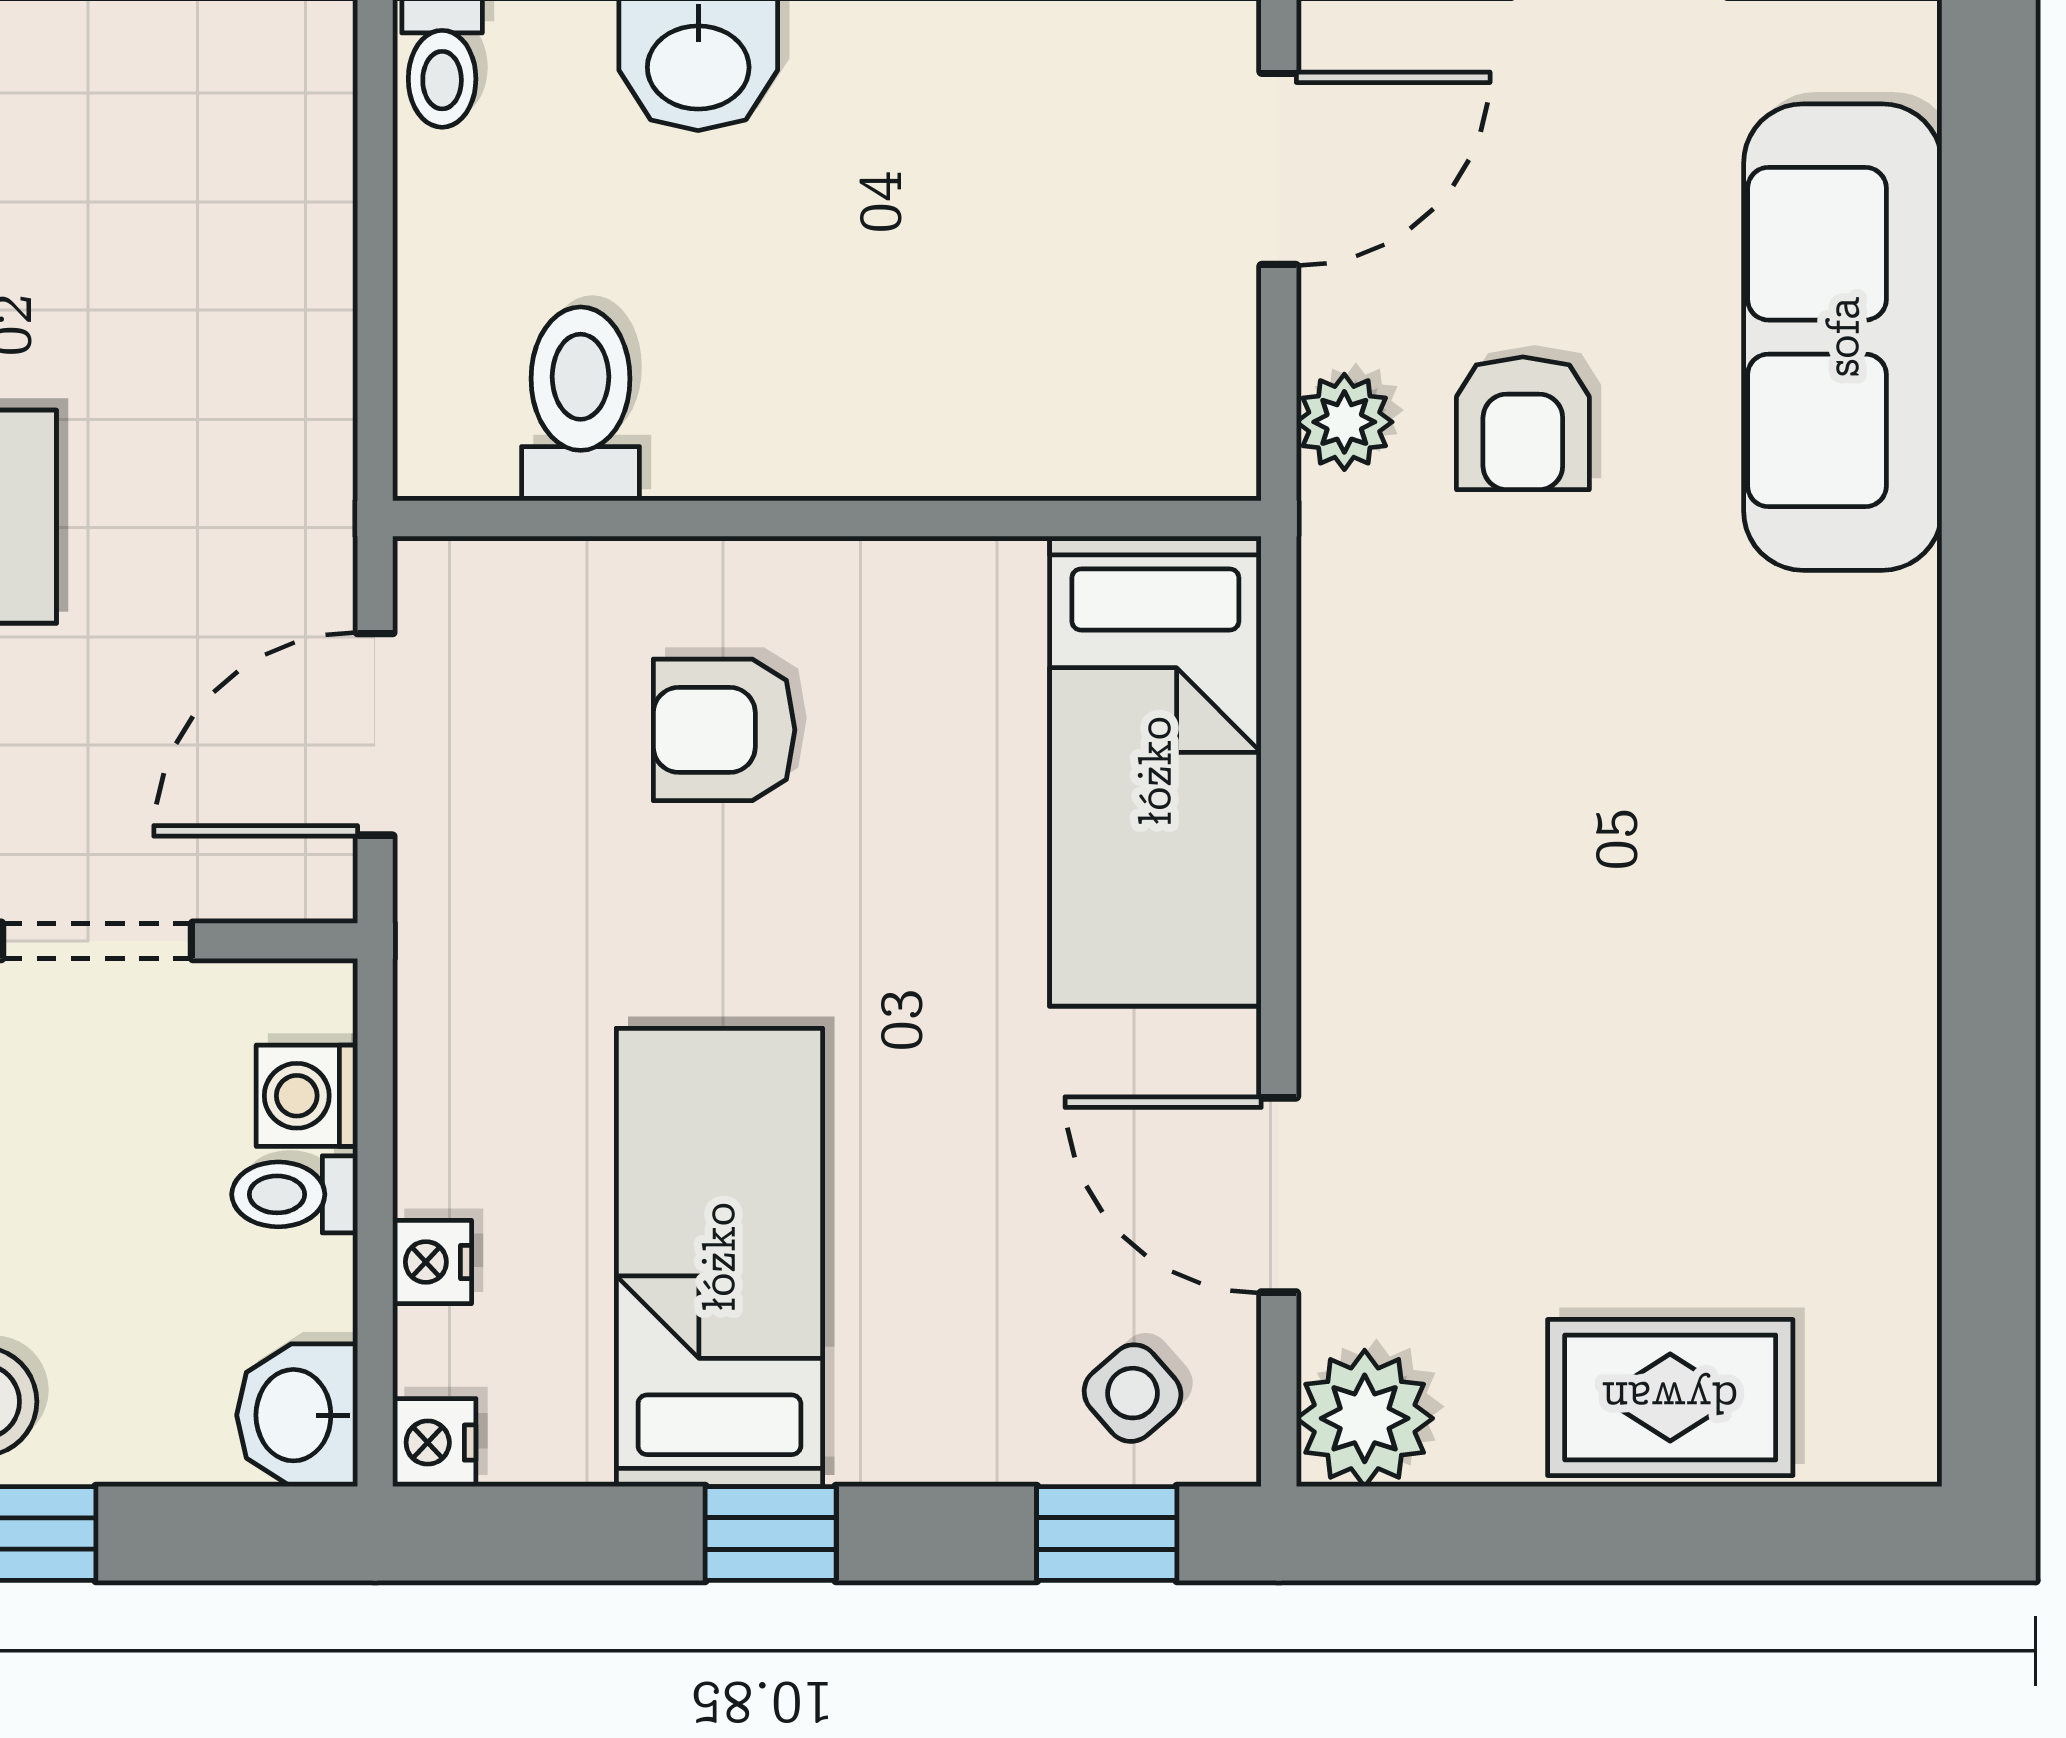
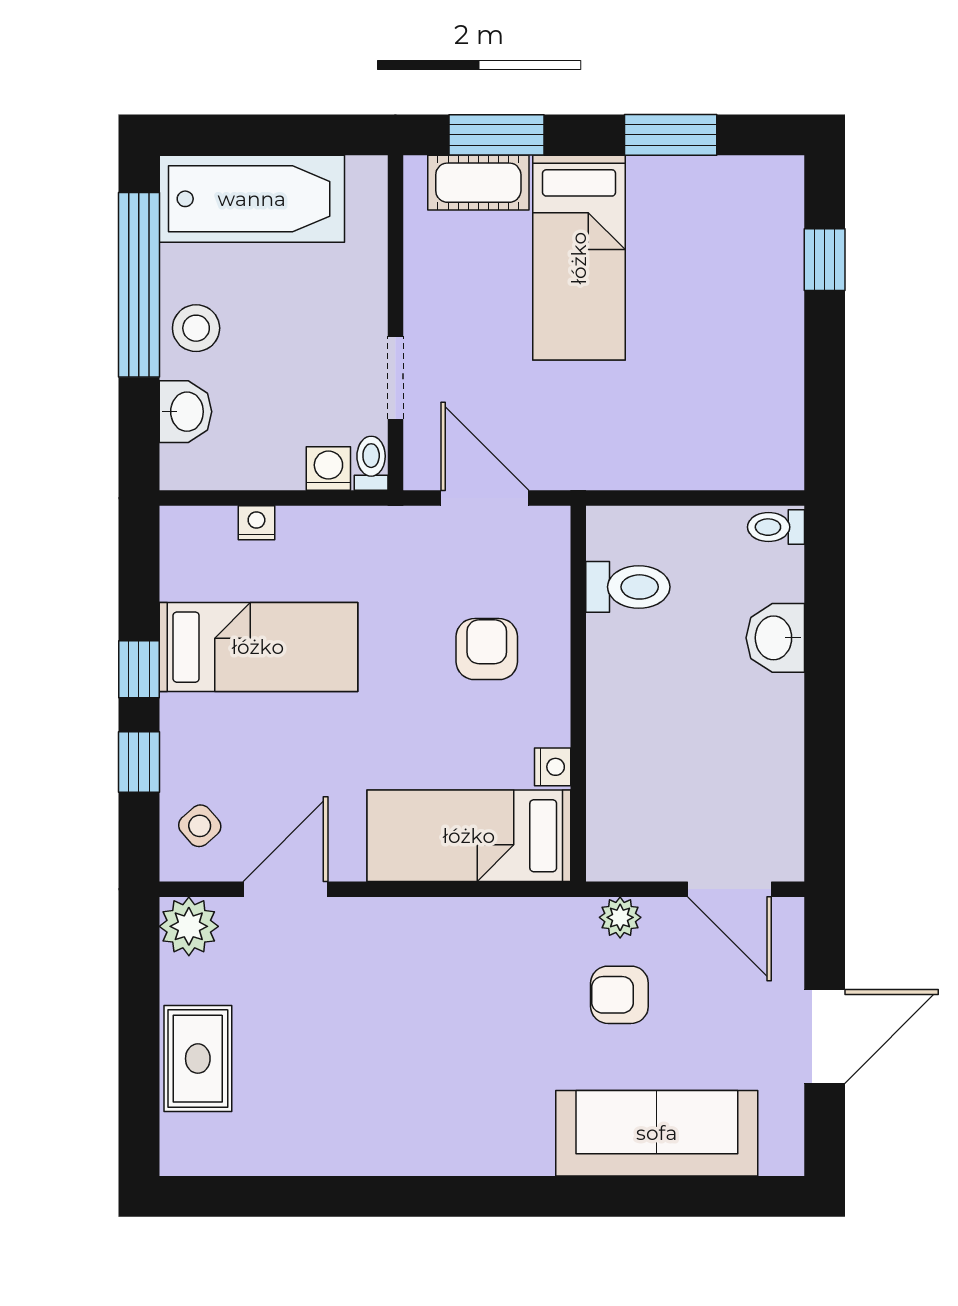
toilet: (295, 1194) -> (371, 463), moved
washbasin: (297, 1415) -> (185, 412), moved, turned 90
nightstand: (434, 1443) -> (553, 767), moved, turned 90
window: (1107, 1534) -> (139, 762), moved

